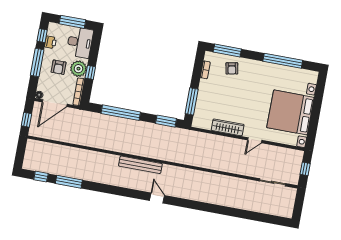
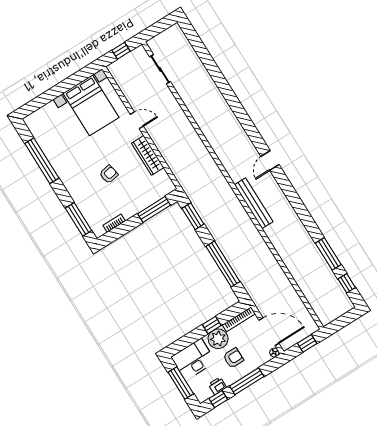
armchair: (232, 68) -> (109, 174), moved
bed with nightstands: (290, 112) -> (91, 105), width x0.73

